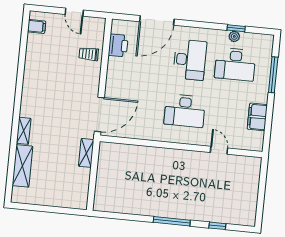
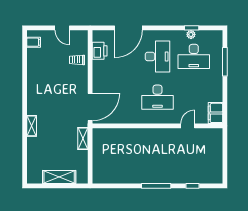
filing cabinet: (257, 117) -> (216, 113), moved
door: (219, 150) -> (188, 126), hinge flipped
shelving: (23, 166) -> (59, 177), moved, turned 90

